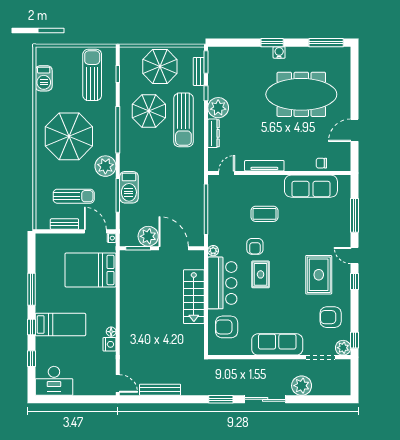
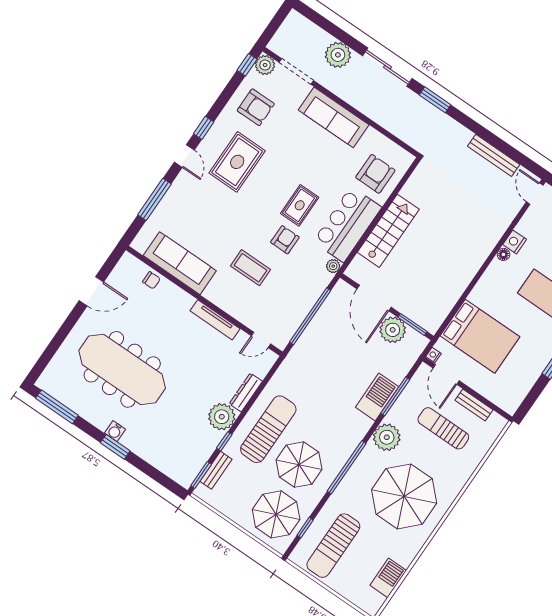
parasol: (160, 67) -> (276, 514), moved
armchair: (227, 327) -> (375, 174), turned -90

